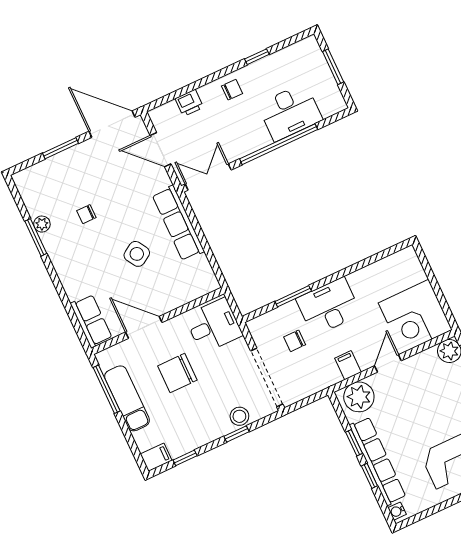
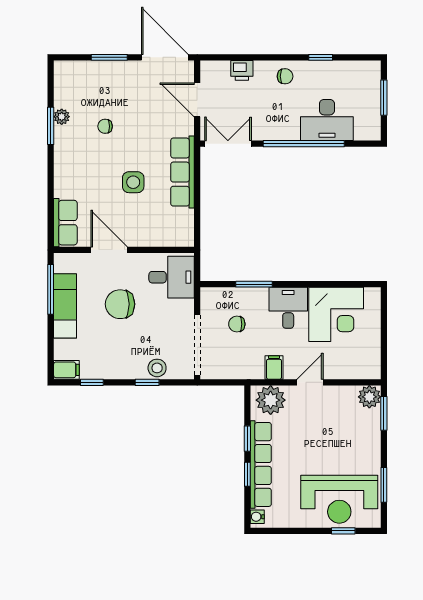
side table: (137, 254) -> (133, 182), turned 32
desk: (329, 307) -> (288, 308), width x0.73
corner desk: (415, 316) -> (336, 314), moved, turned -90

